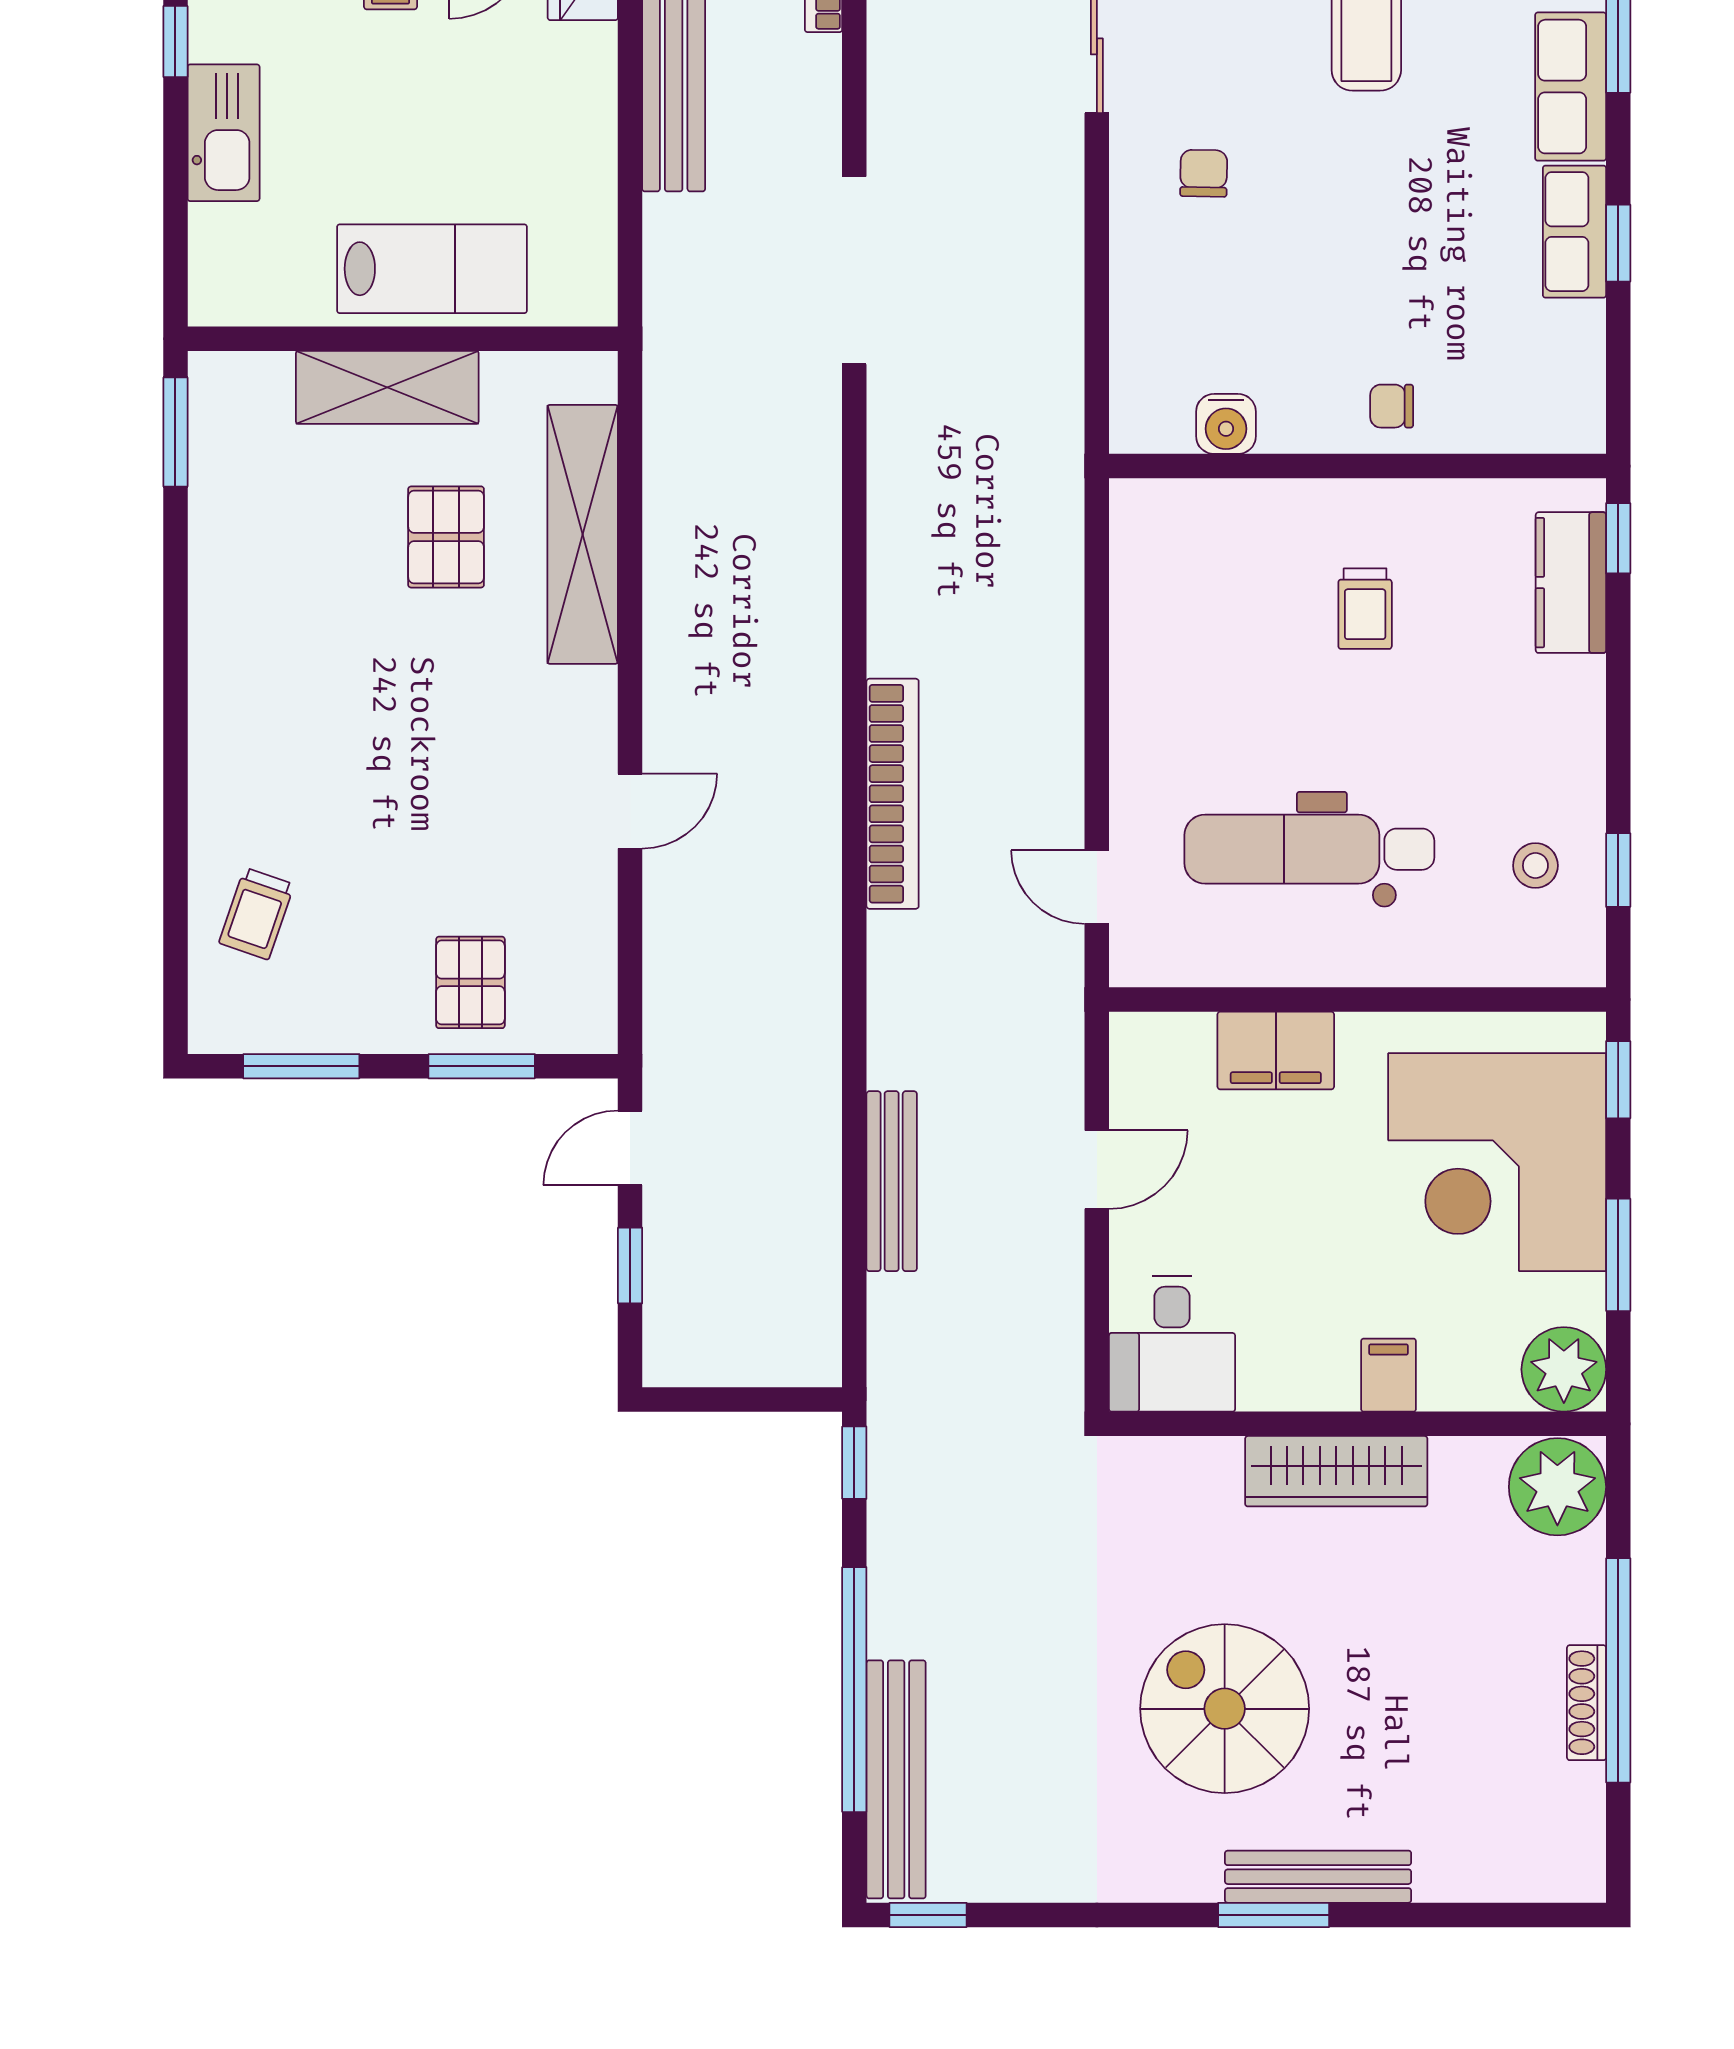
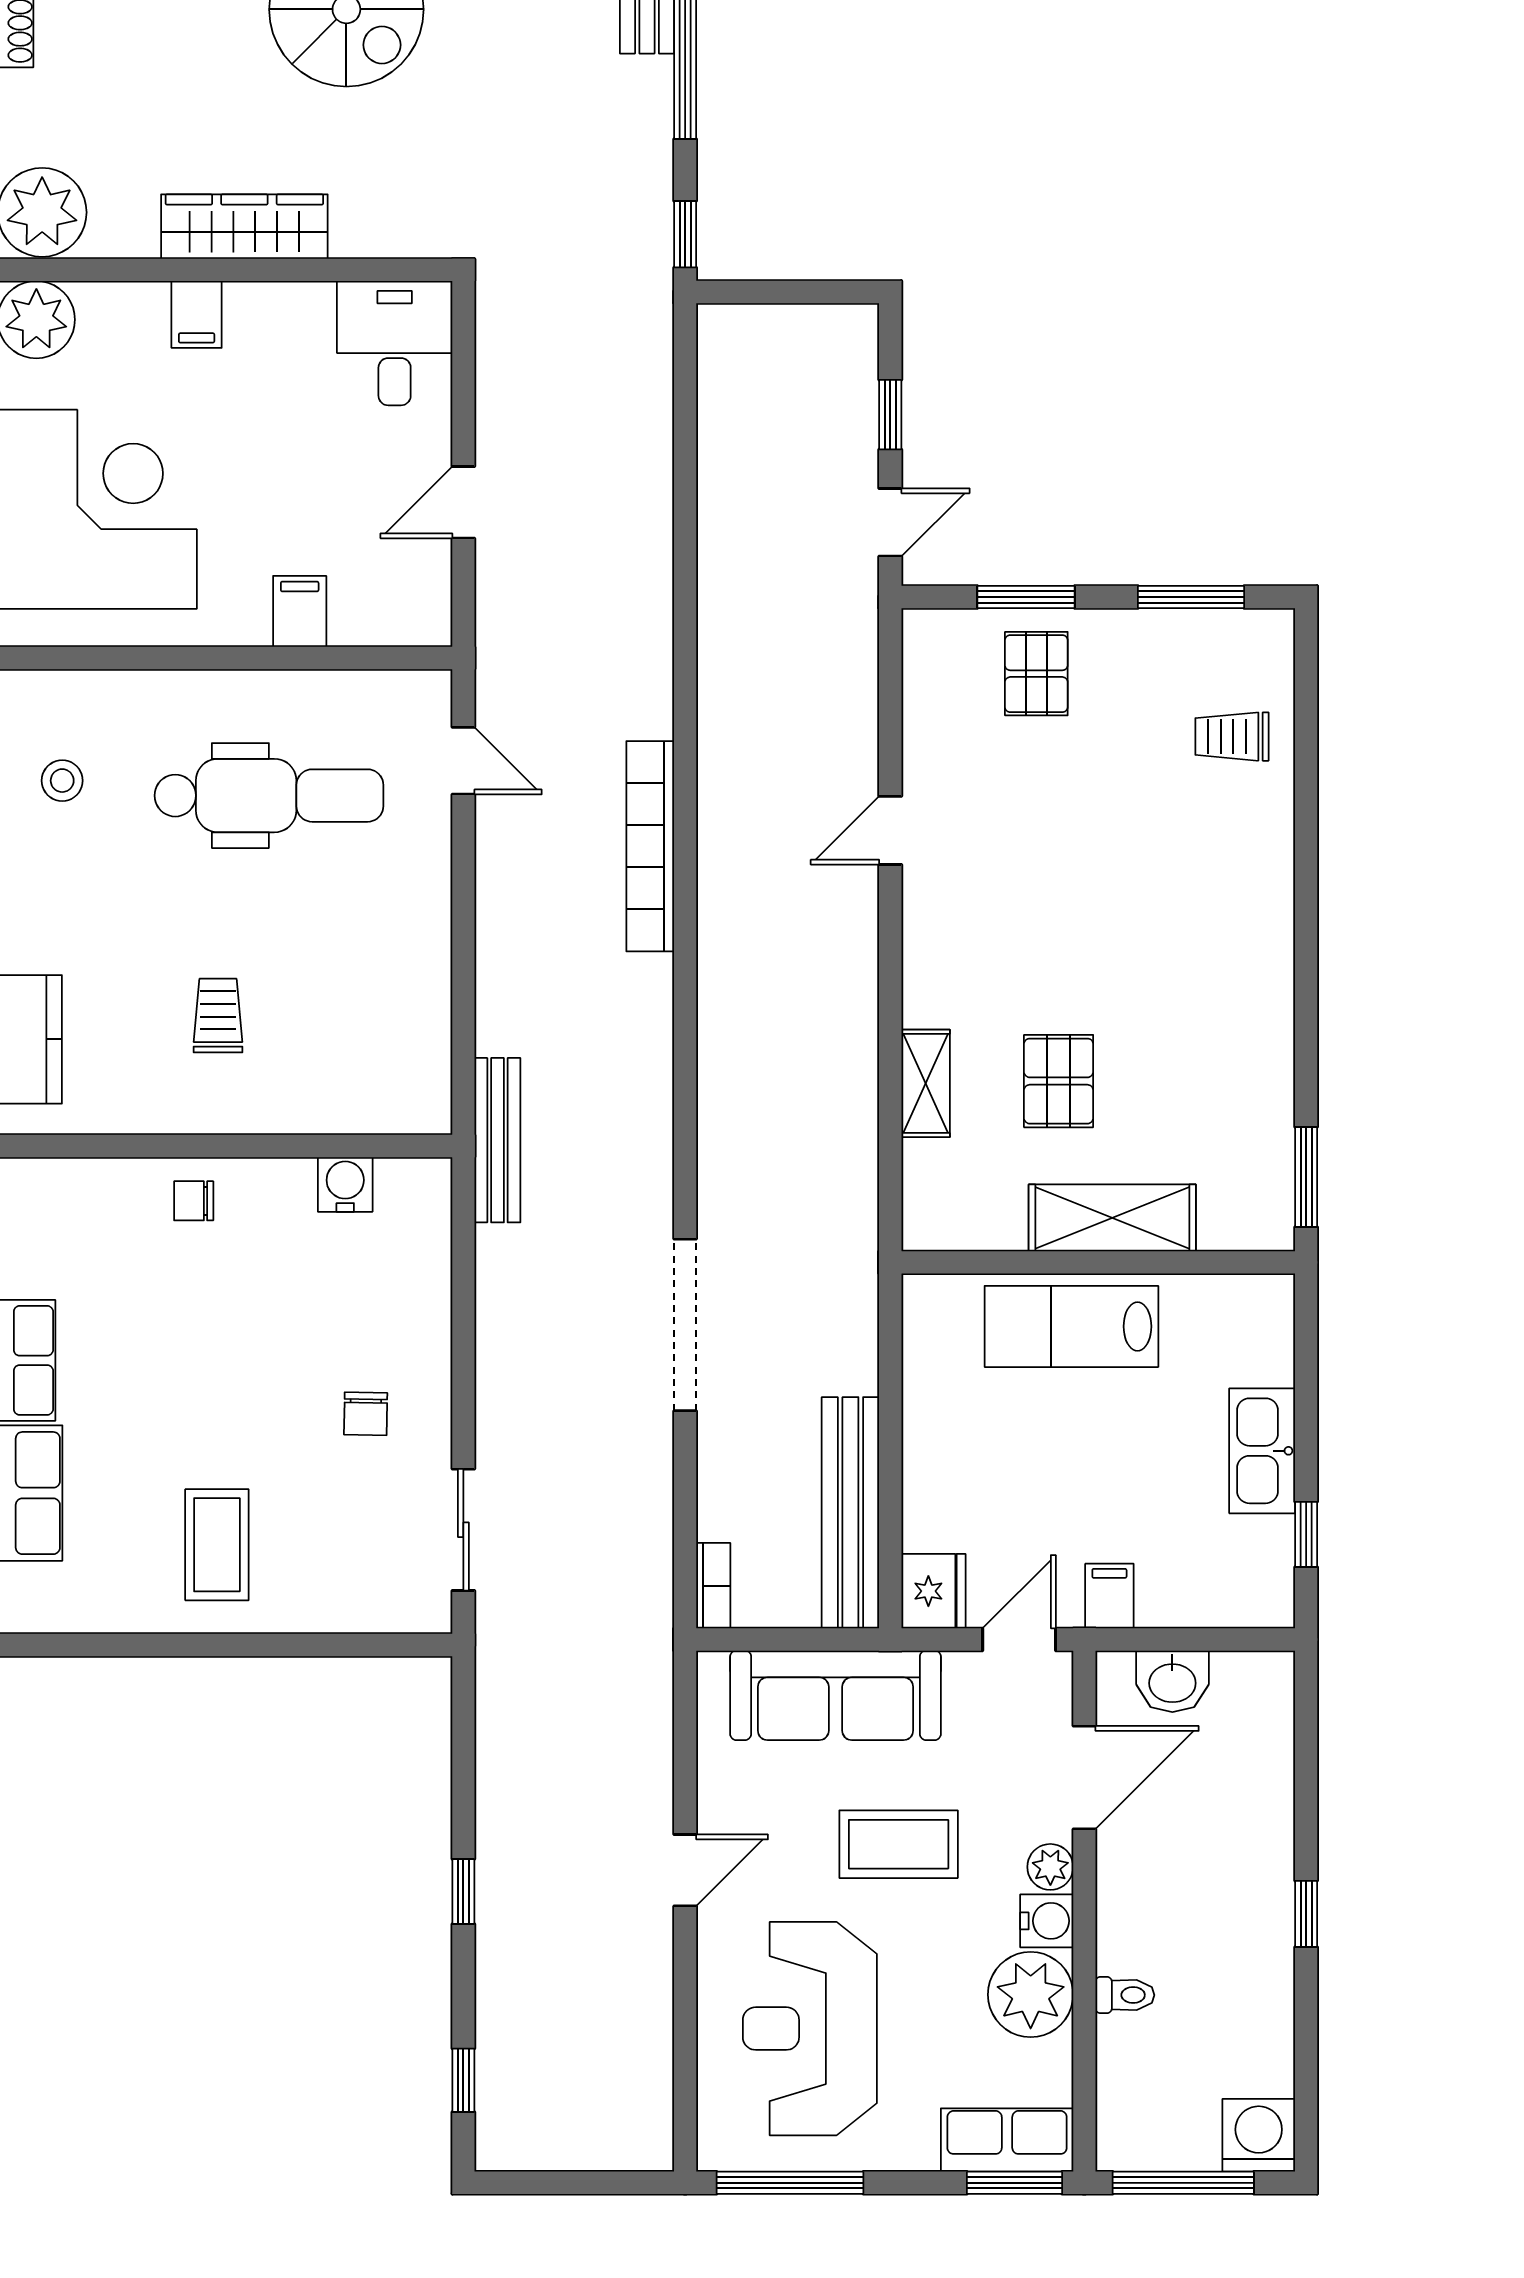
chair: (1392, 406) -> (194, 1201), turned 180
shelving: (583, 534) -> (926, 1083), width x0.45, depth x0.75
trolley: (257, 914) -> (1232, 737), turned -109
filing cabinet: (1276, 1050) -> (300, 611), width x0.50
bench: (892, 1181) -> (497, 1140), moved

